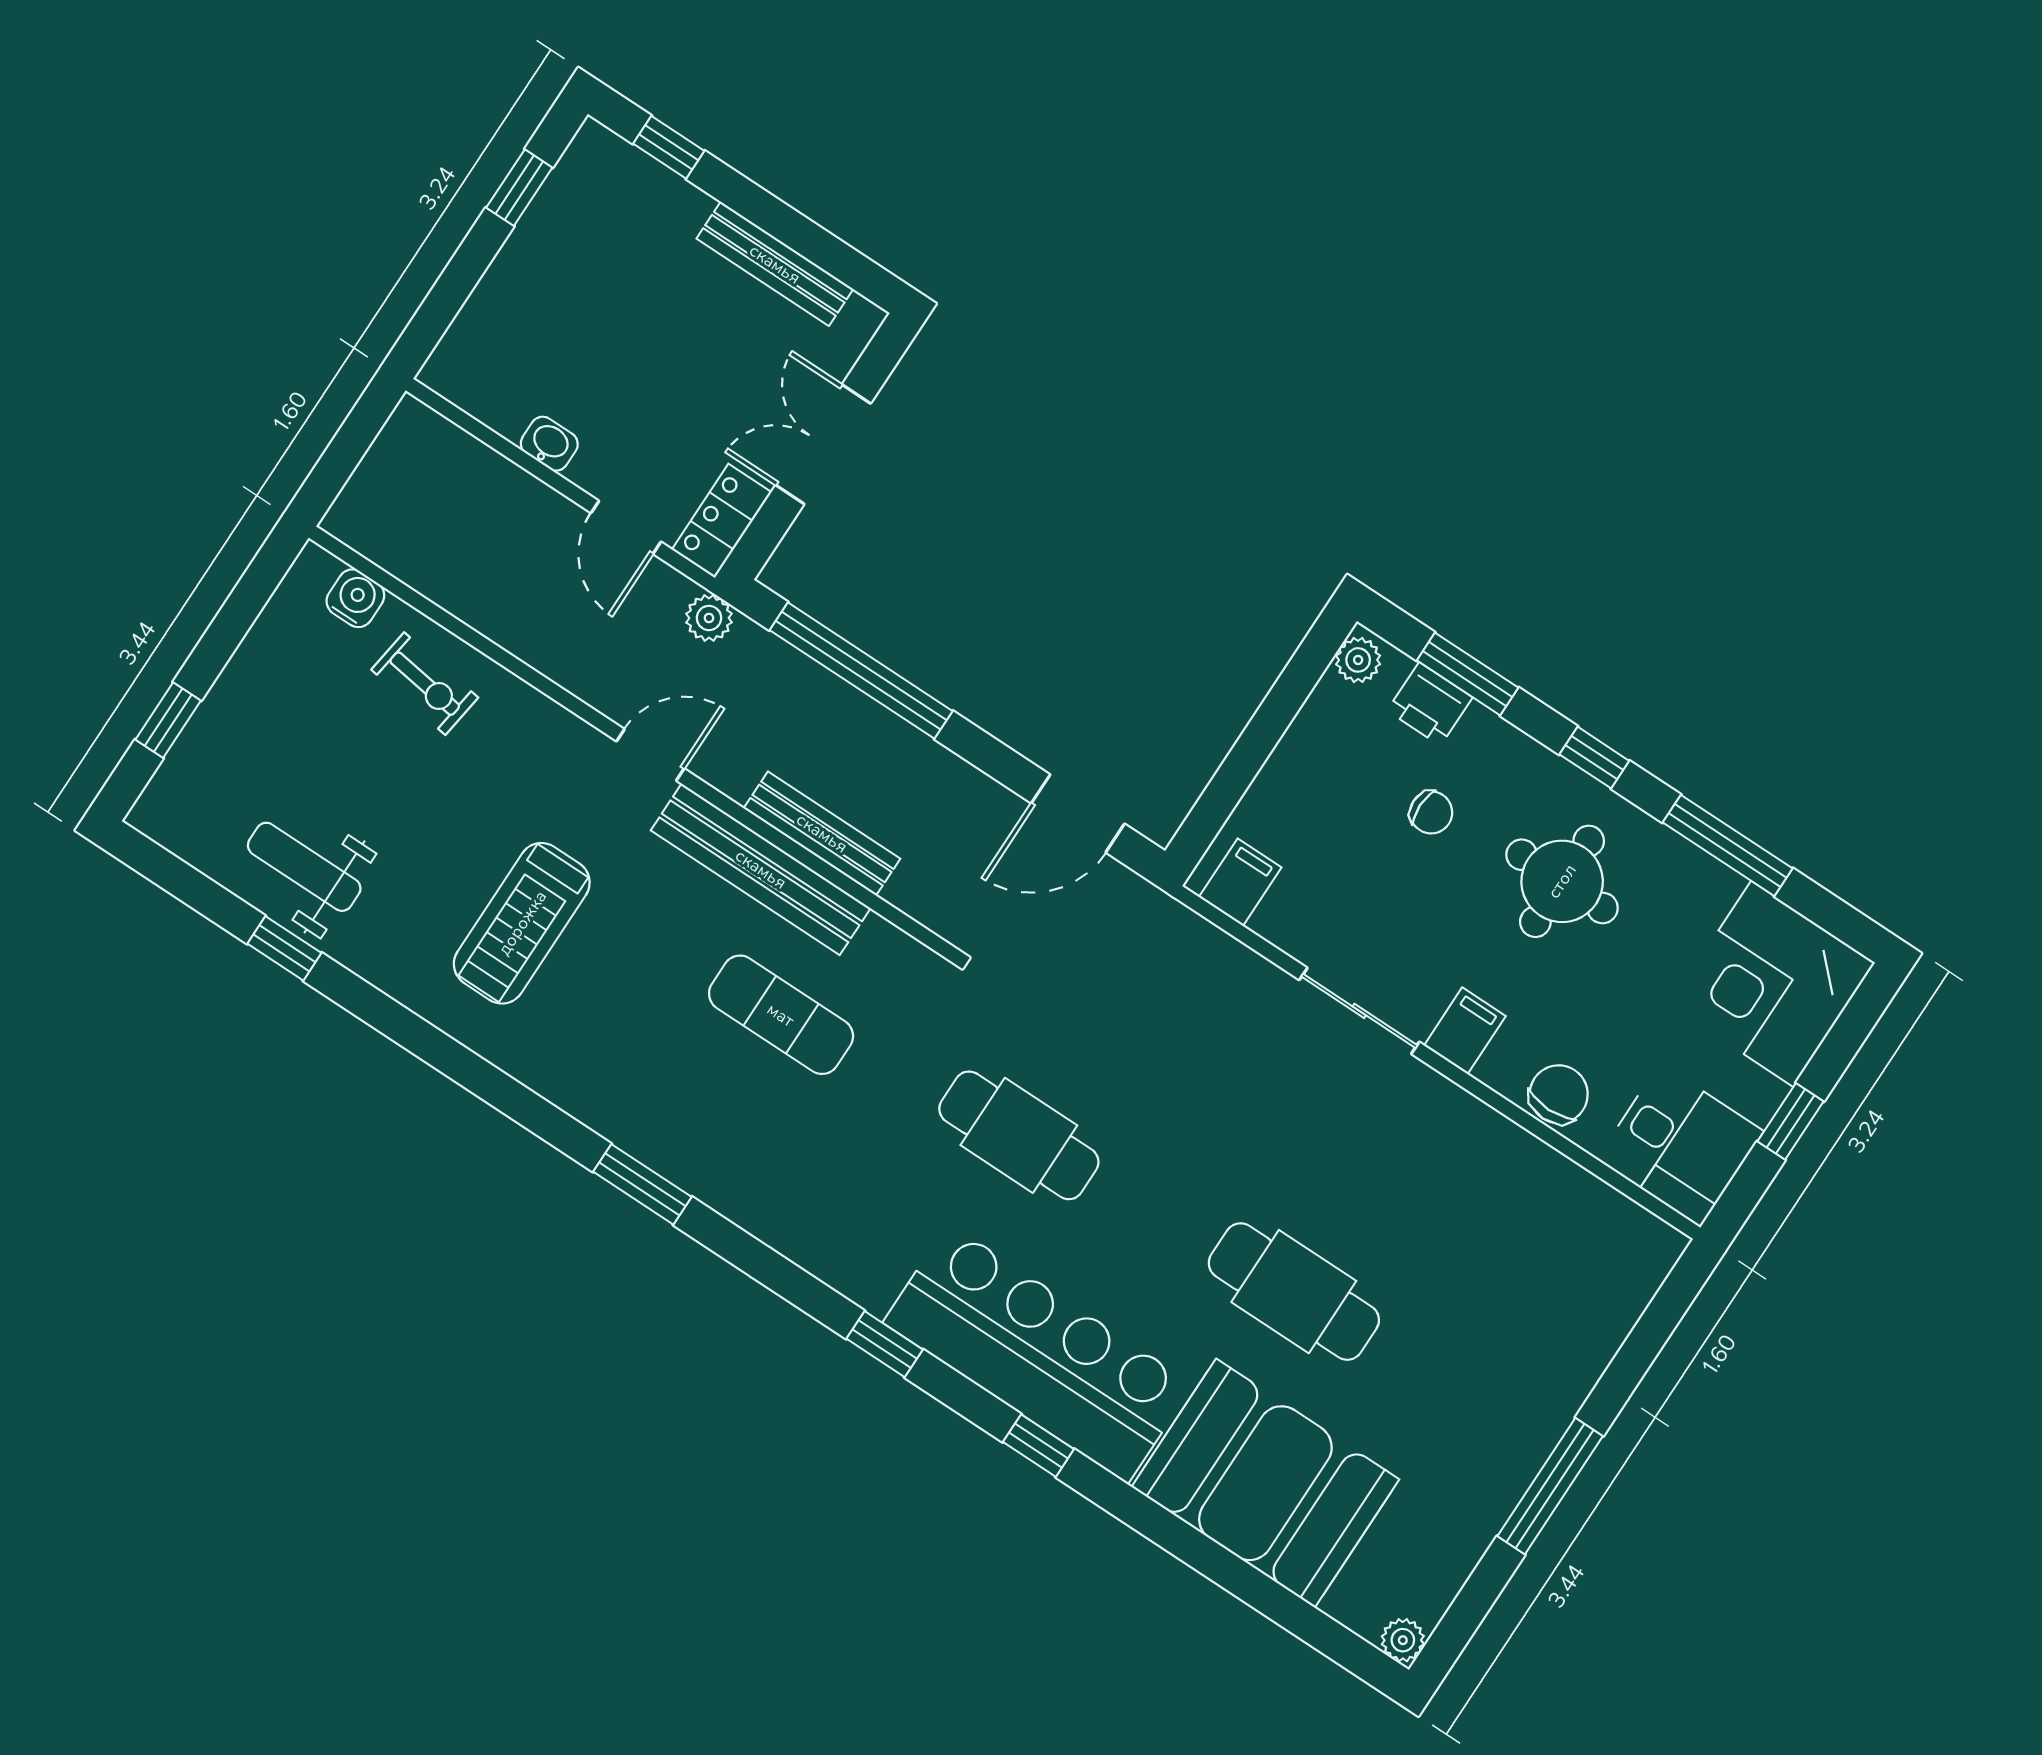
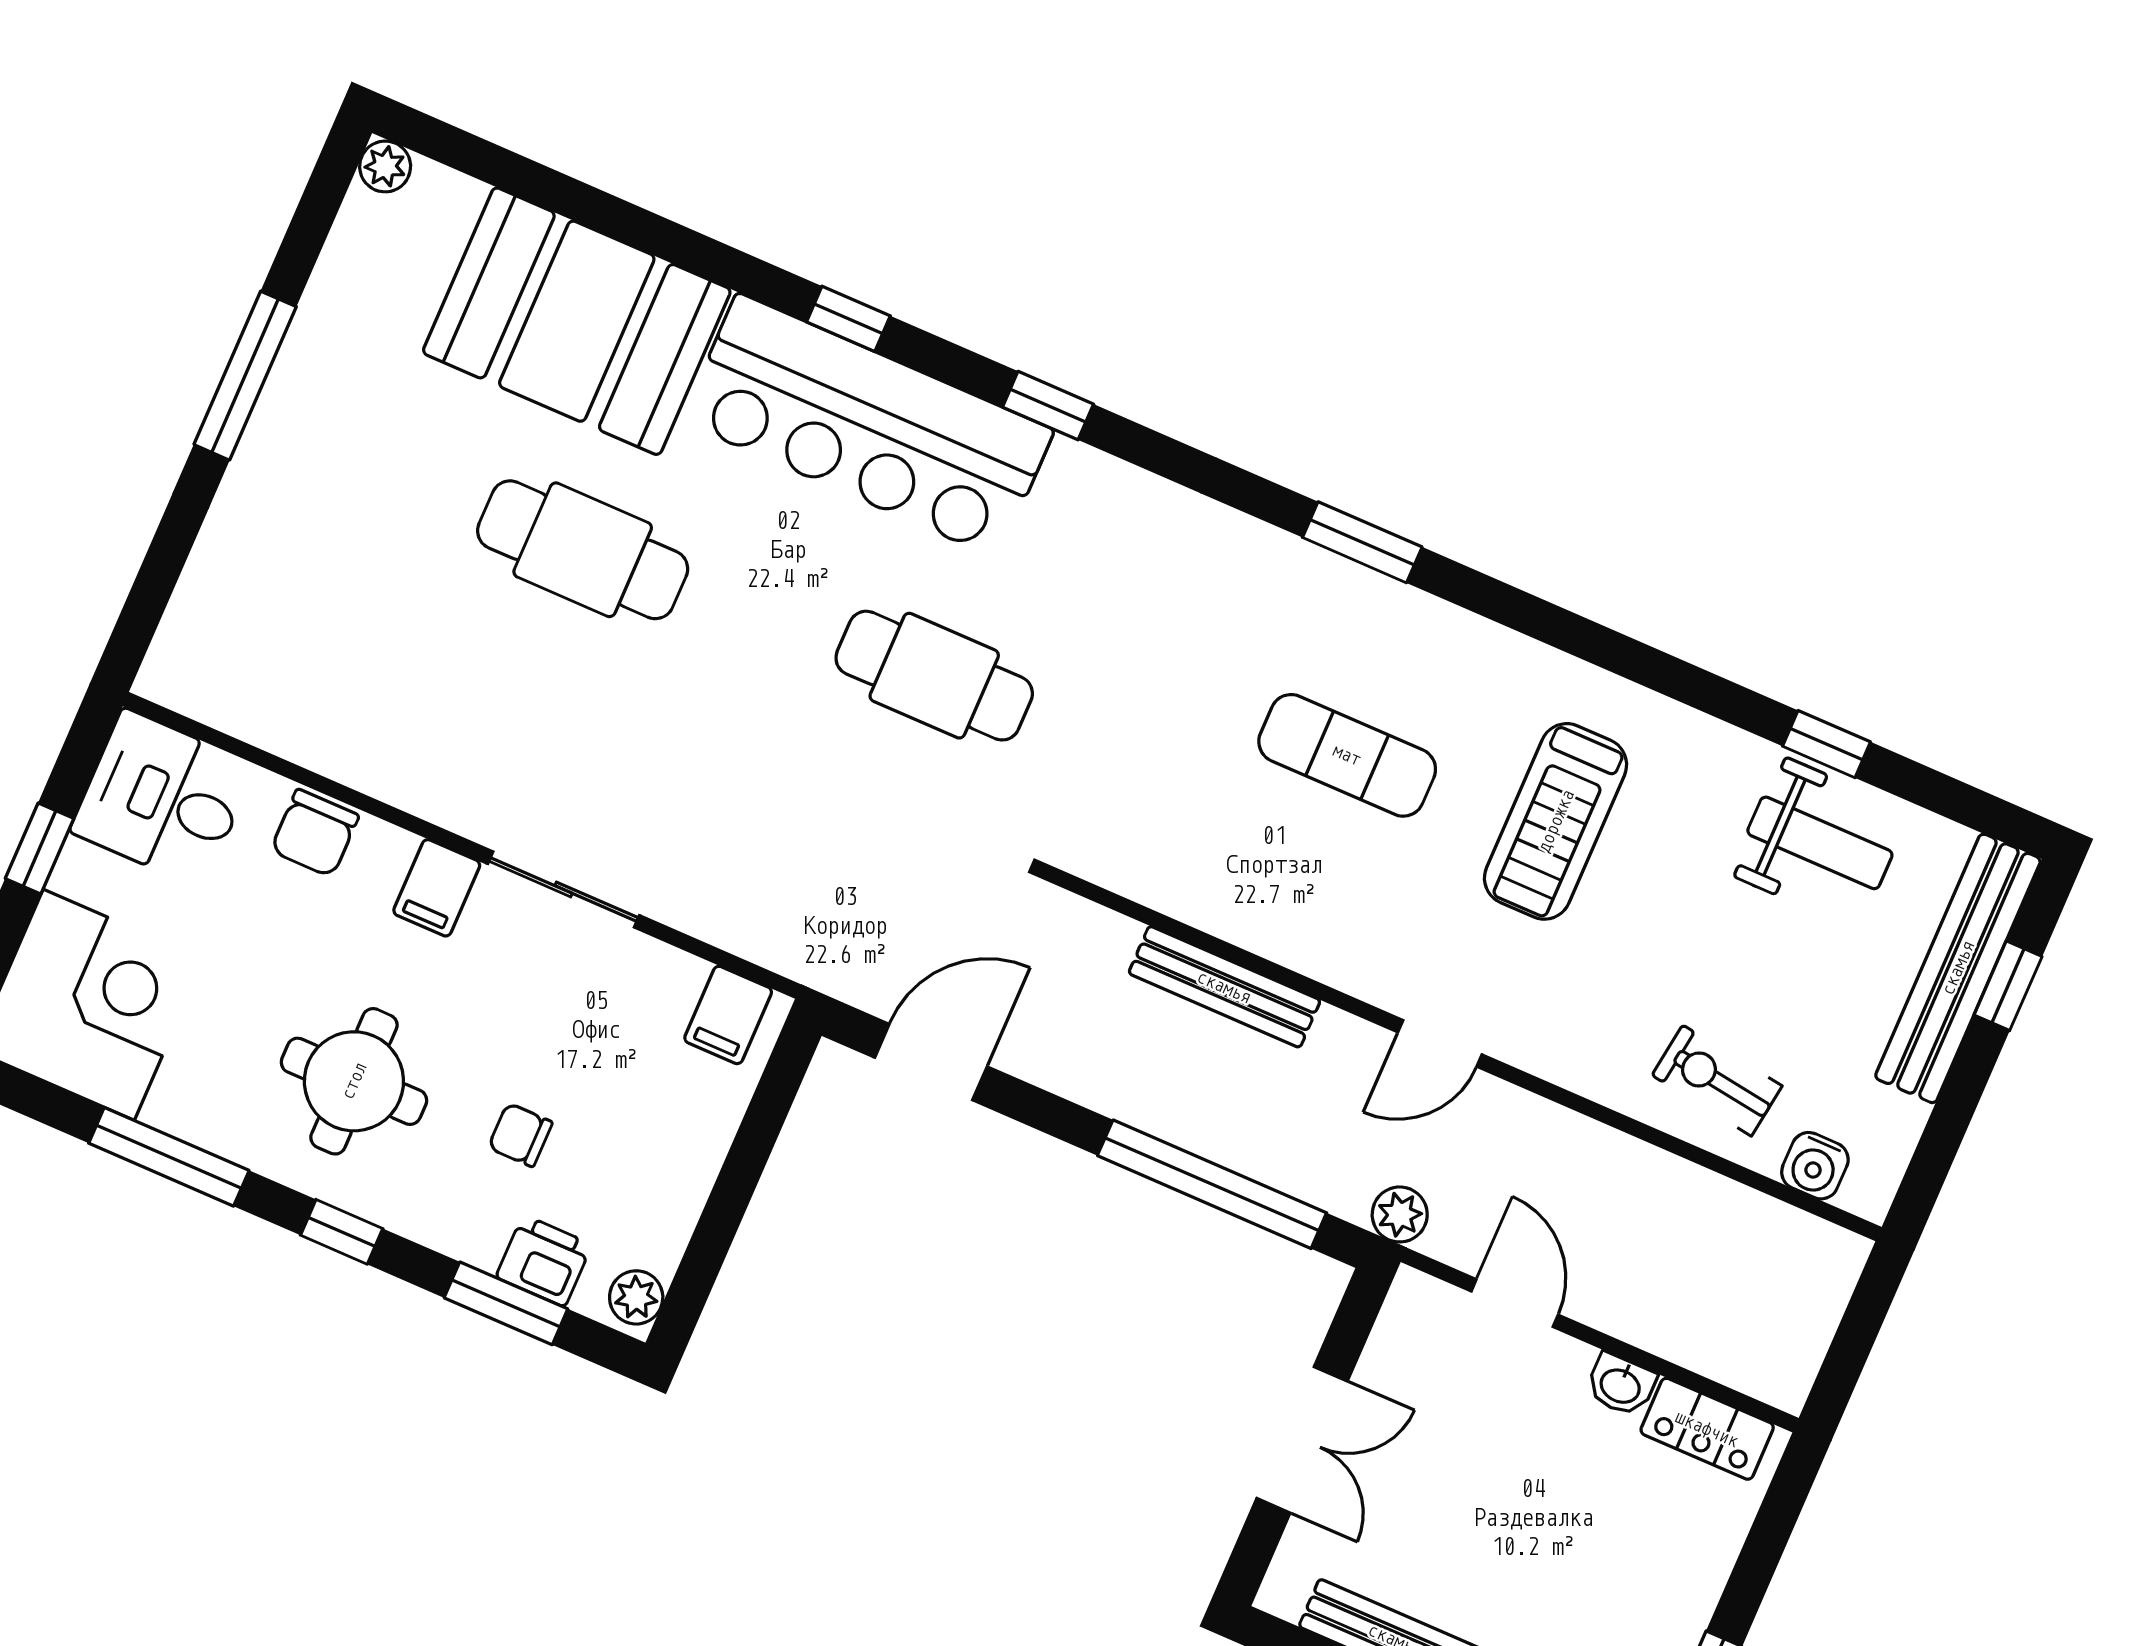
locker: (722, 521) -> (1707, 1429), moved, turned 90
bench: (761, 869) -> (1958, 968), moved, turned 90
treadmill: (522, 923) -> (1556, 821), turned 180
exercise mat: (781, 1015) -> (1347, 755), moved

